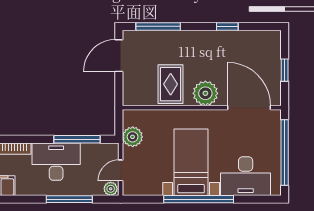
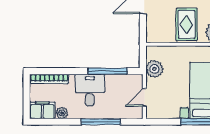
desk: (56, 162) -> (90, 90), width x0.73
plant: (111, 189) -> (62, 113), moved

